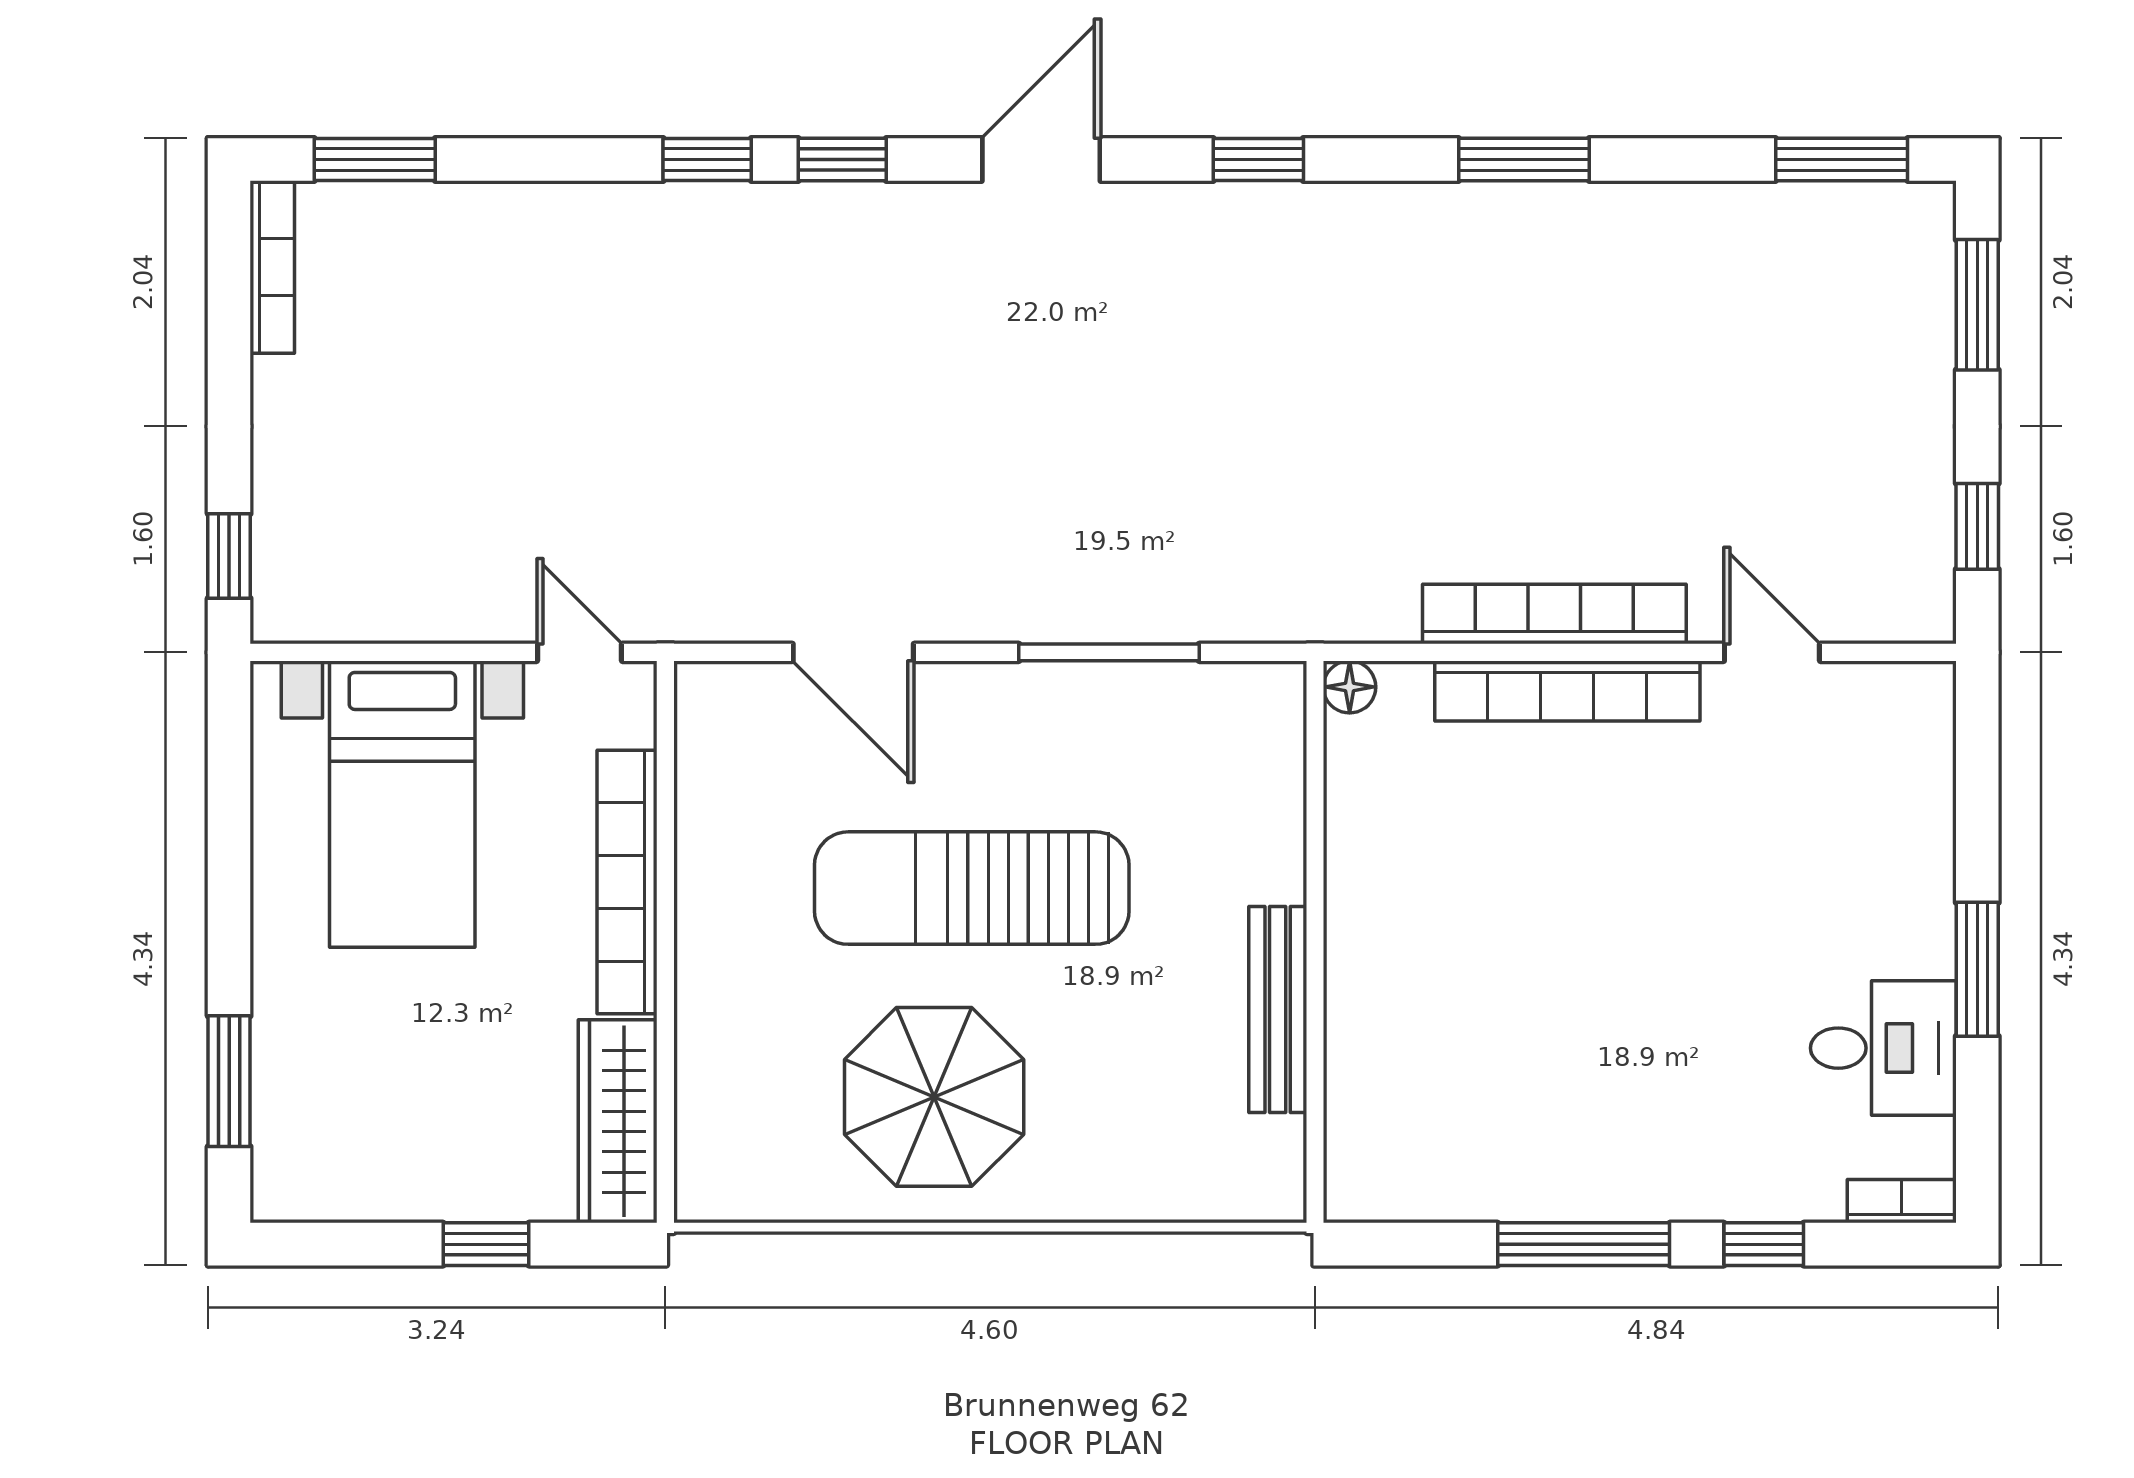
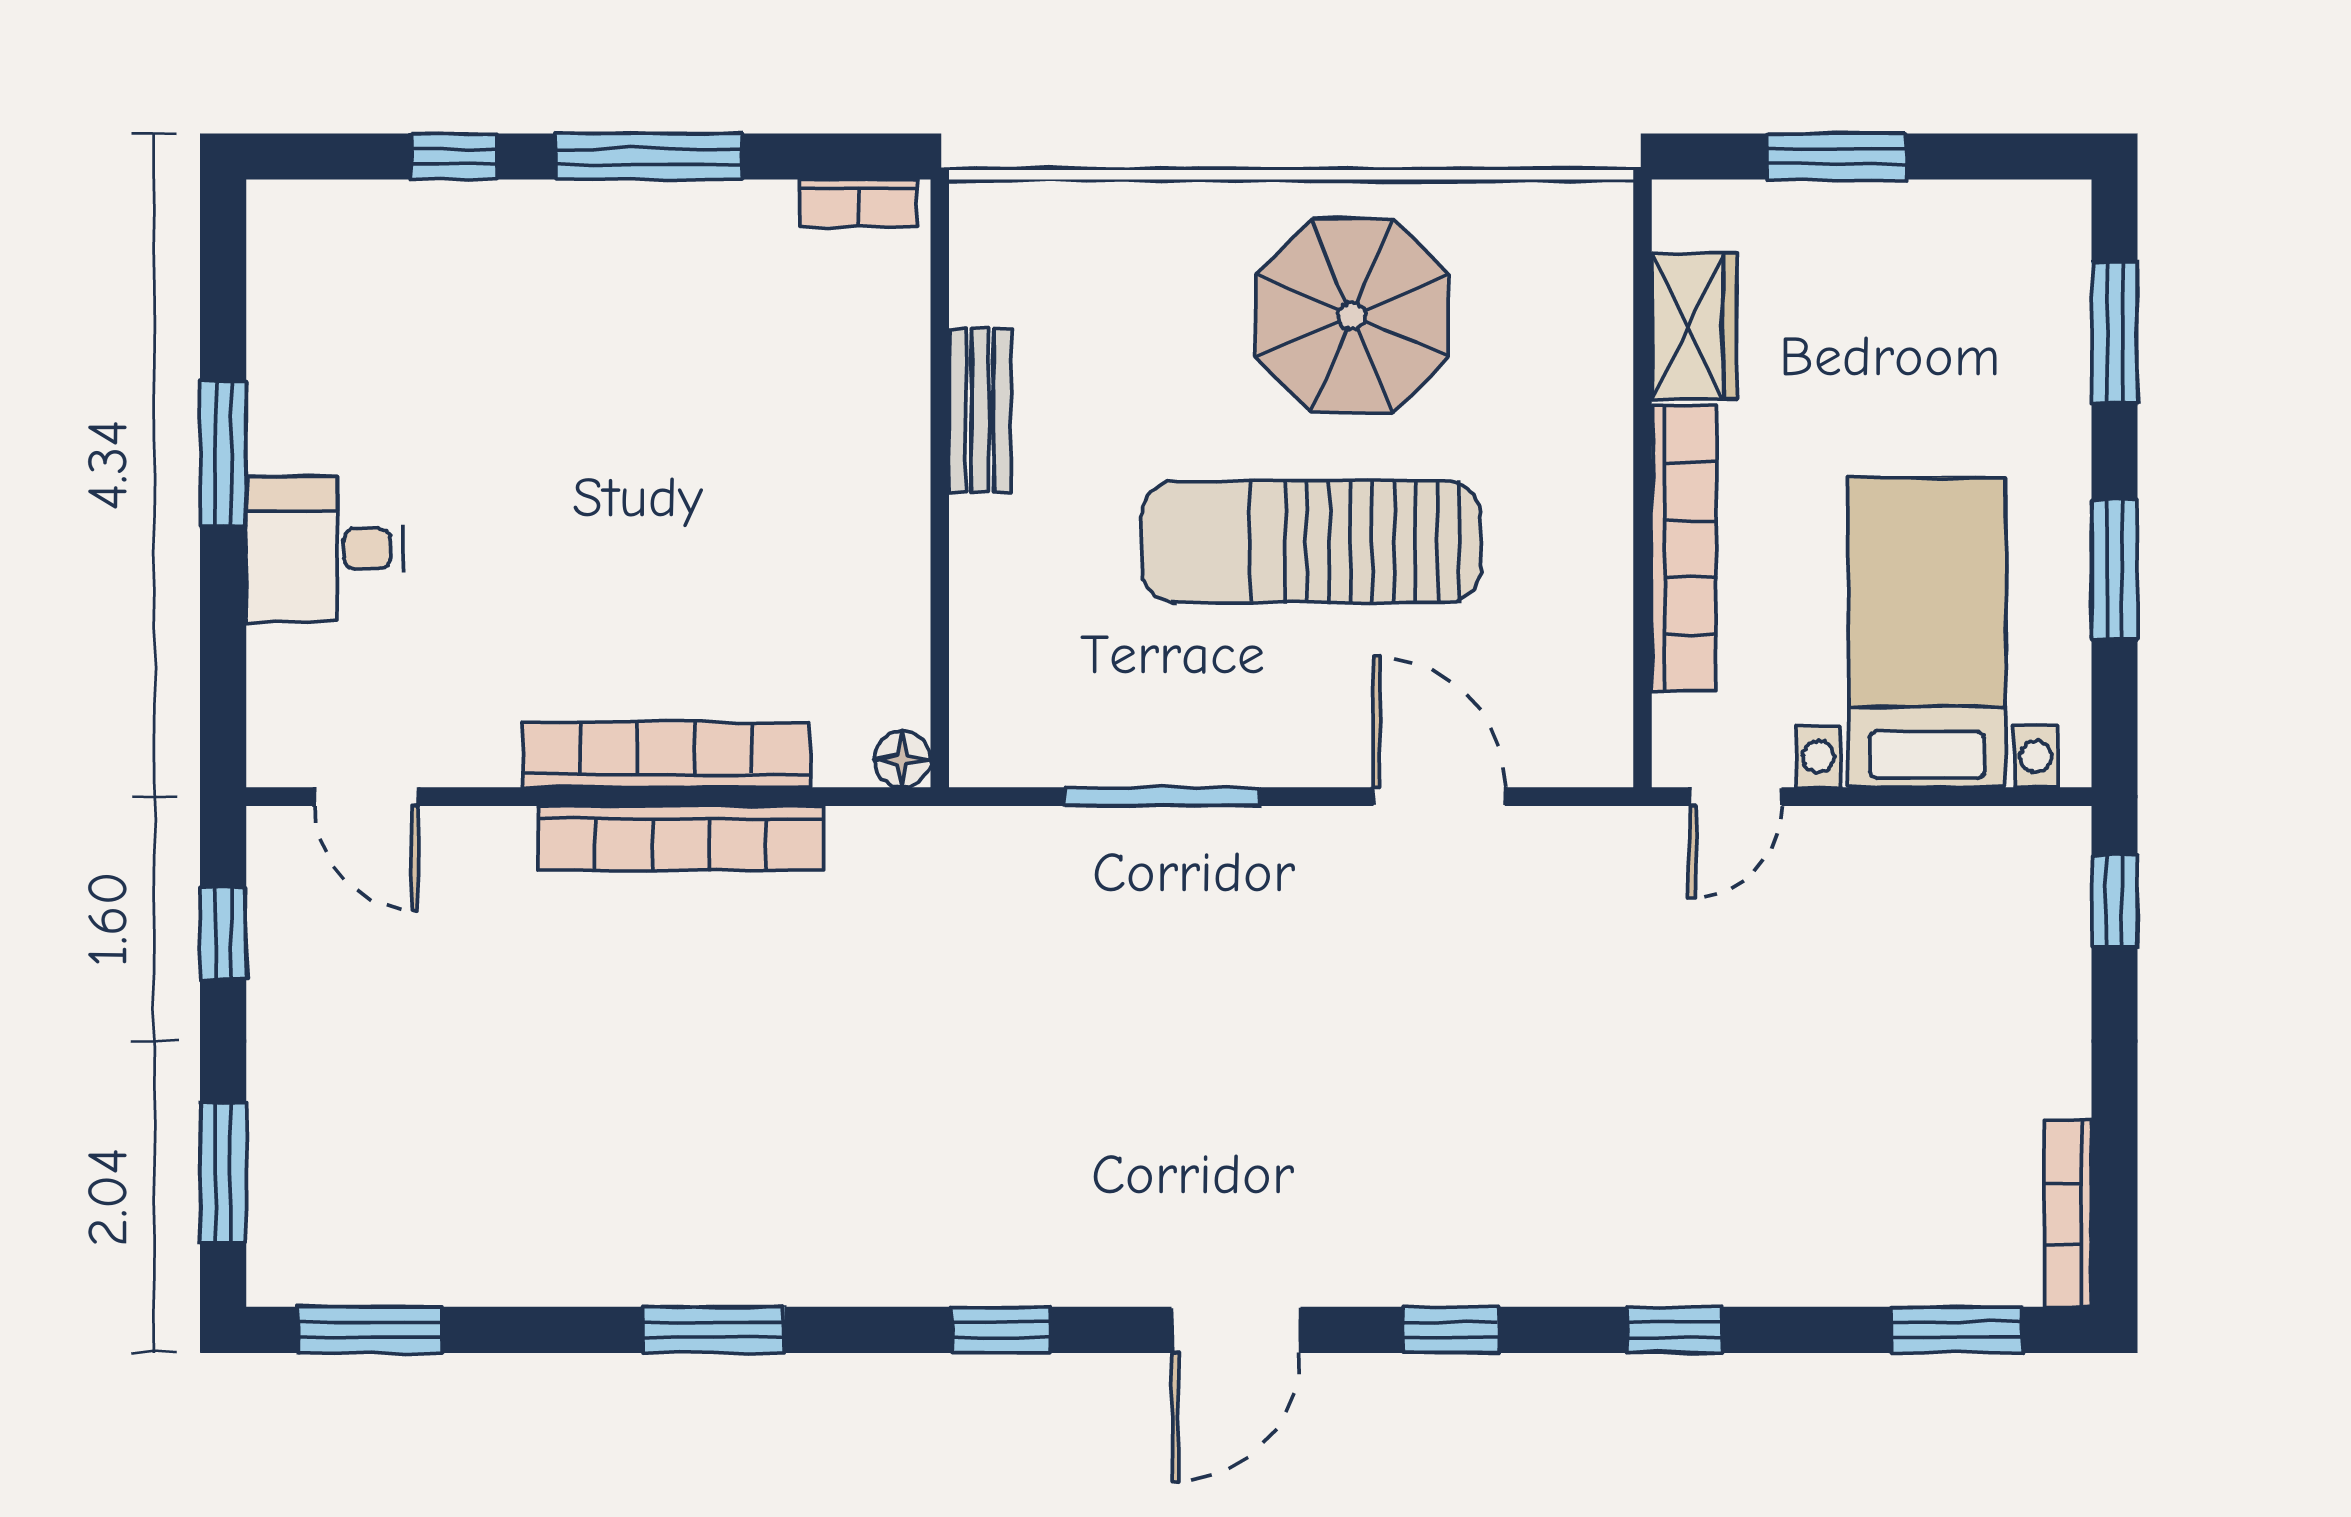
window: (707, 160) -> (1675, 1330), moved
door: (579, 652) -> (1735, 797), hinge flipped
door: (1772, 652) -> (366, 797), moved
window: (229, 862) -> (2115, 570), added
sun lounger: (972, 888) -> (1311, 542), turned 180
bench: (1278, 1010) -> (980, 410), width x0.73
desk: (1883, 1048) -> (325, 549), moved
wardrobe: (618, 1121) -> (1694, 326), width x0.67
bookcase: (1902, 1201) -> (859, 203), moved
window: (486, 1244) -> (1837, 156), width x1.50

